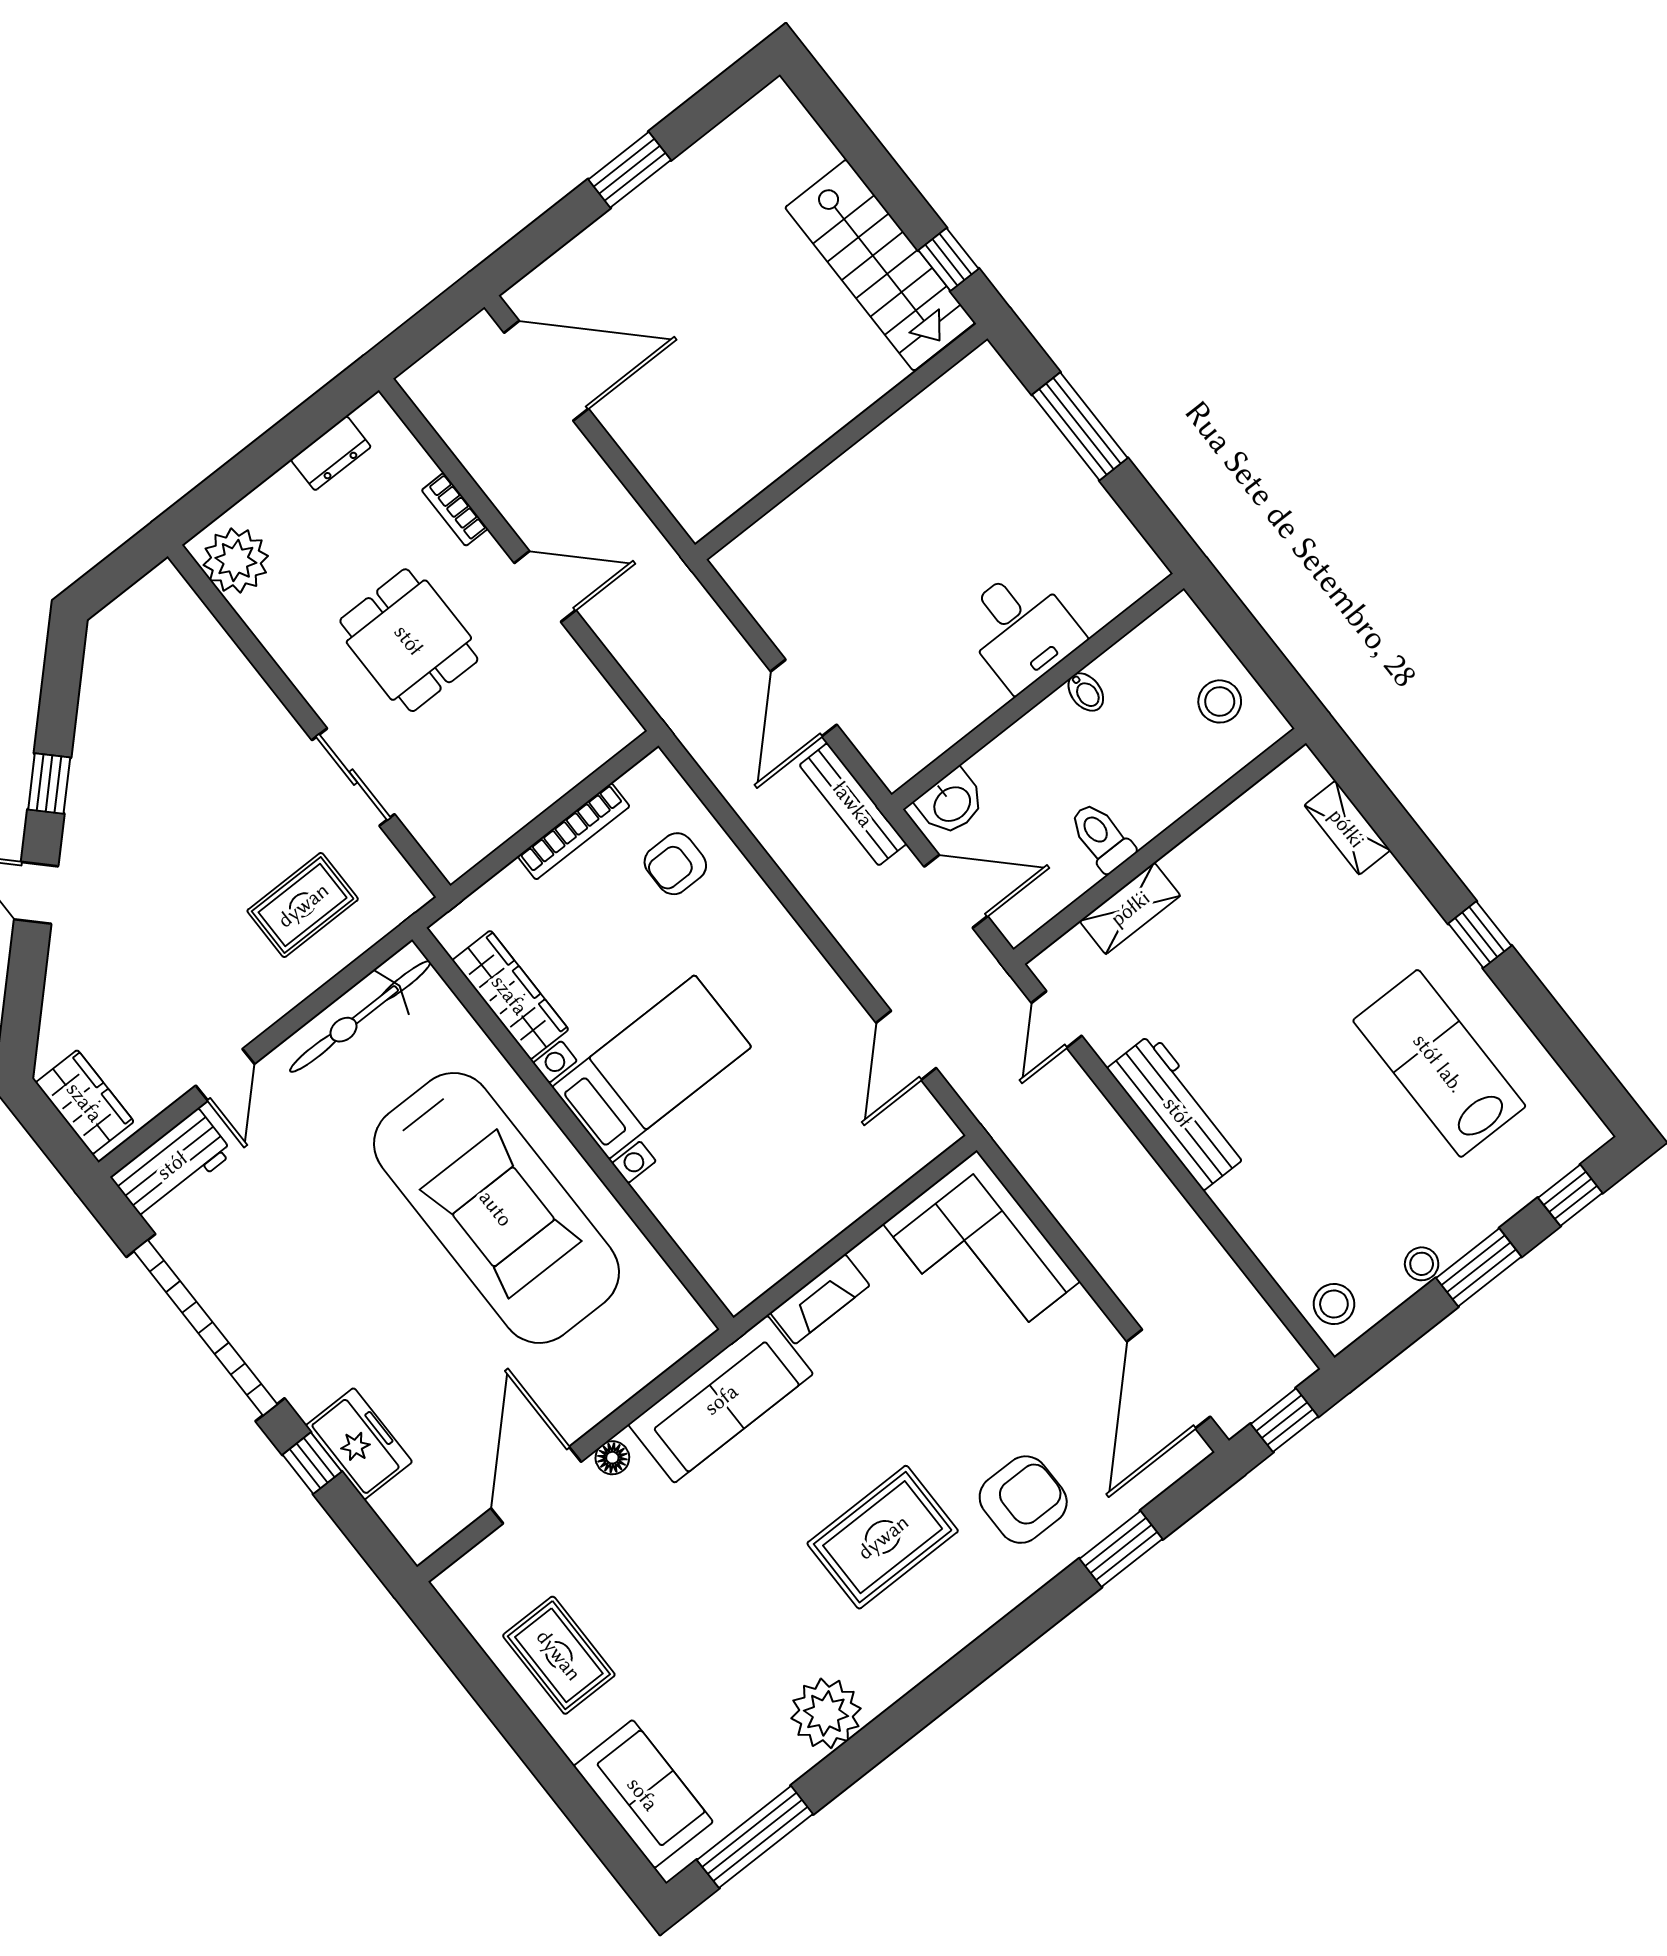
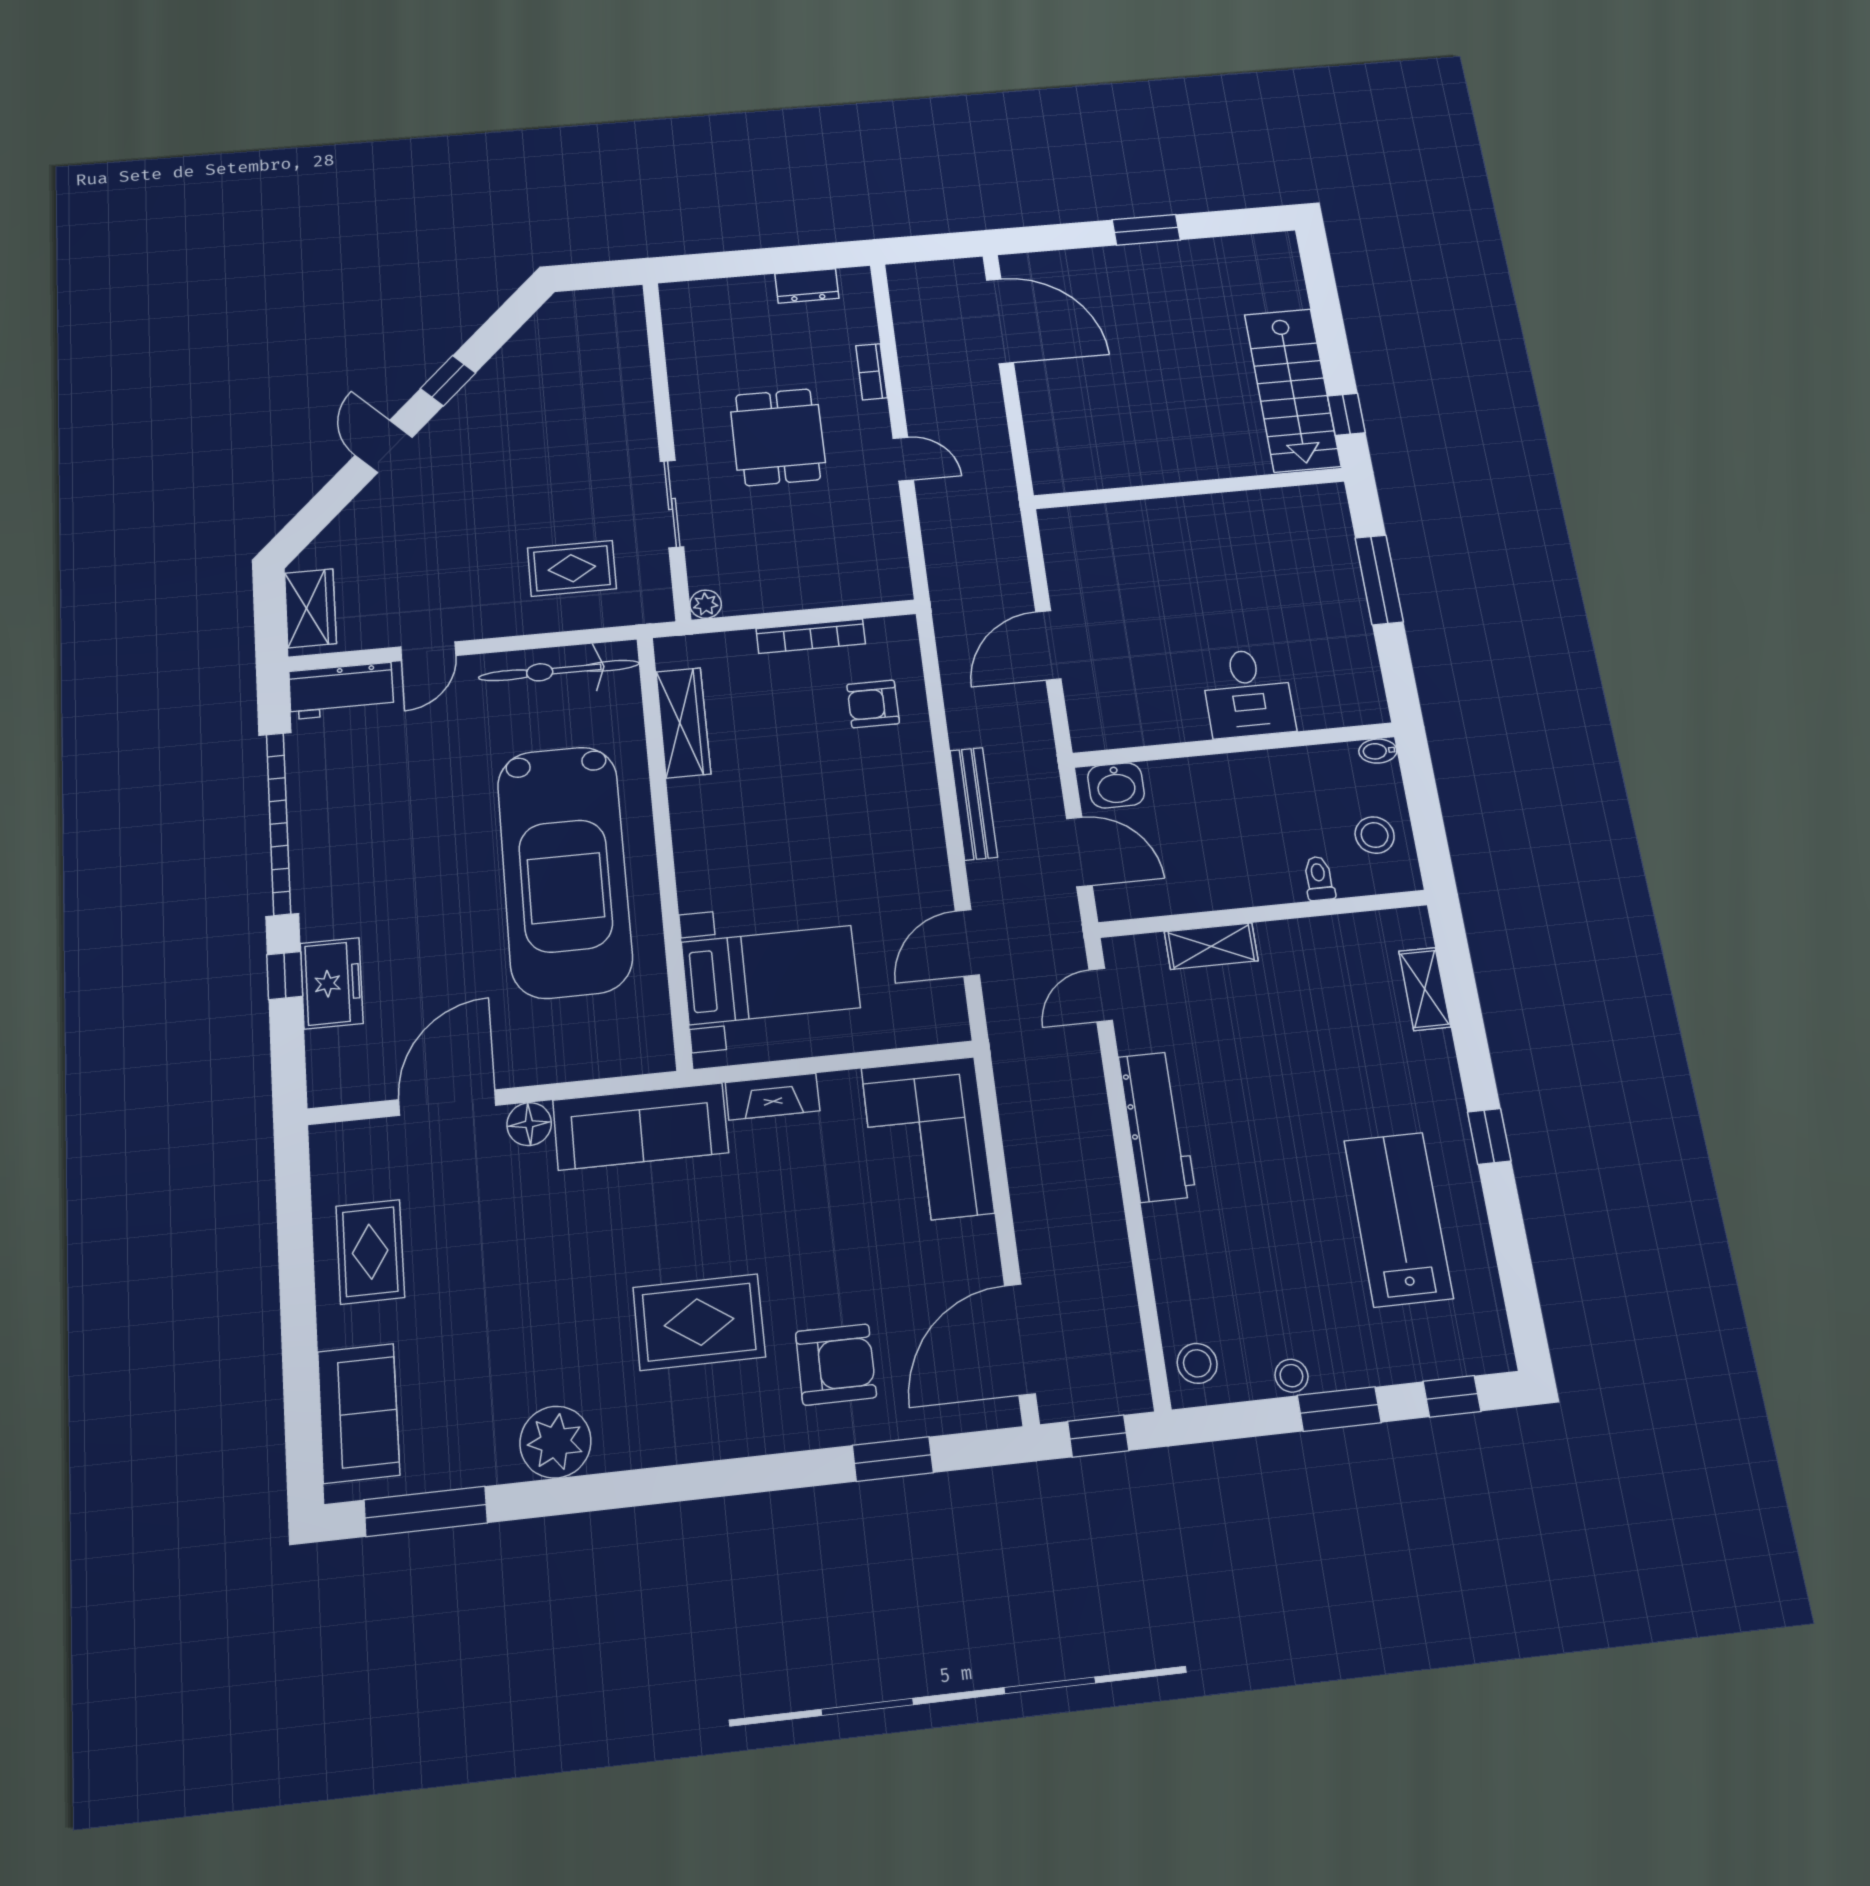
plant: (236, 560) -> (706, 604), moved, width x0.53, depth x0.53
door: (545, 587) -> (903, 459), width x0.73
bidet: (1086, 692) -> (1378, 751), moved, turned 90
bench: (853, 804) -> (974, 804), moved
toilet: (1102, 837) -> (1319, 878), moved, width x0.73, depth x0.72
bed with nightstands: (652, 1067) -> (771, 975), moved
floor lamp: (612, 1458) -> (529, 1124), width x1.37, depth x1.37

